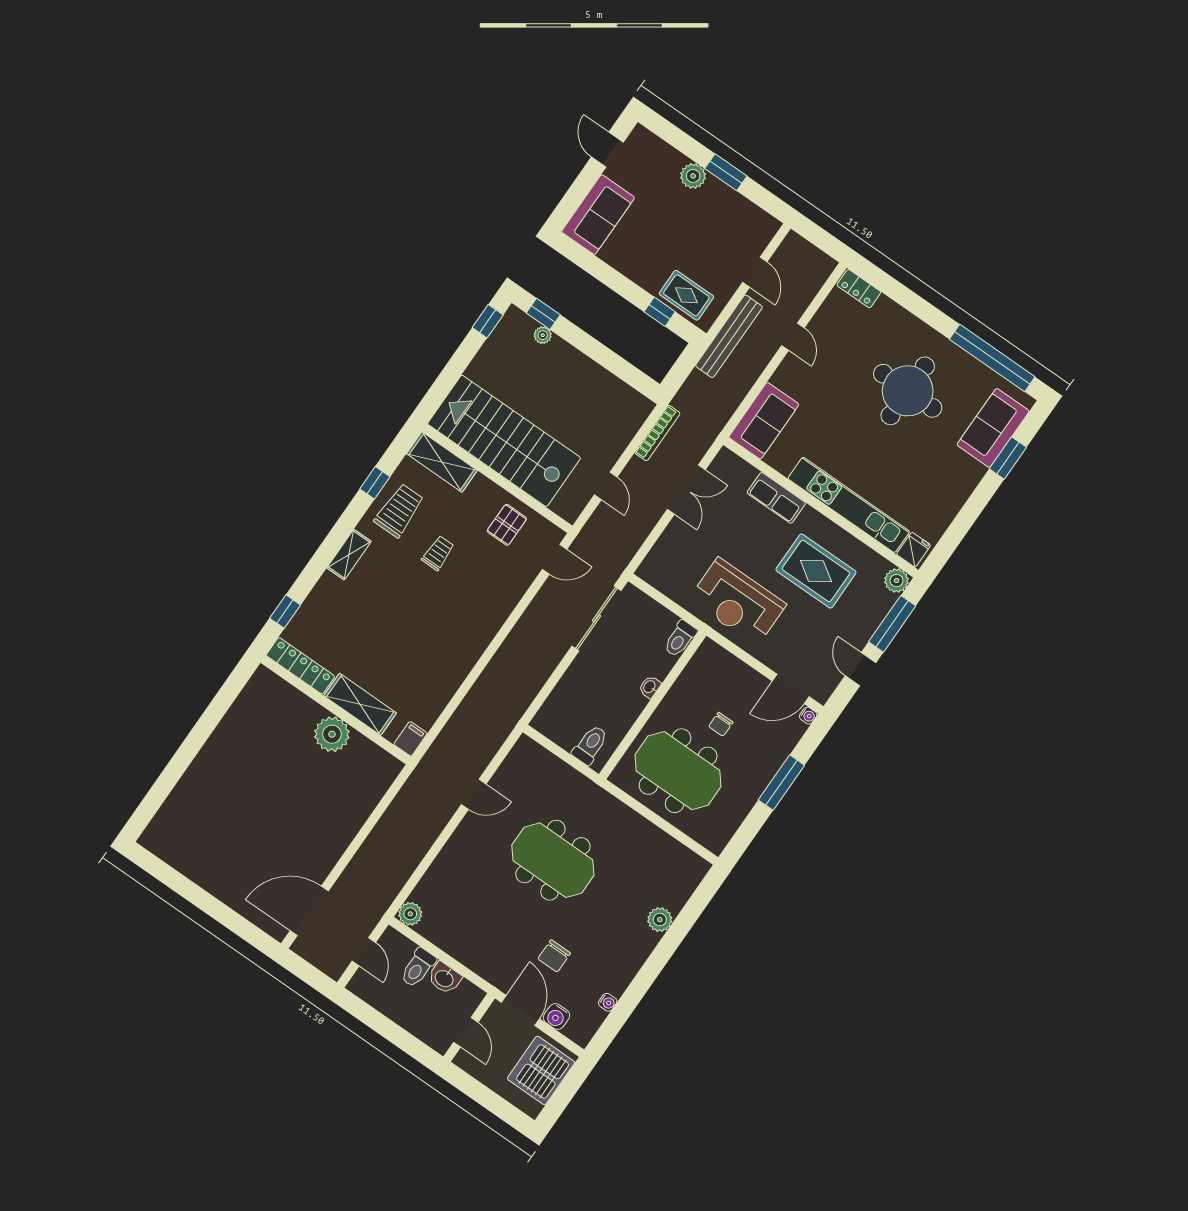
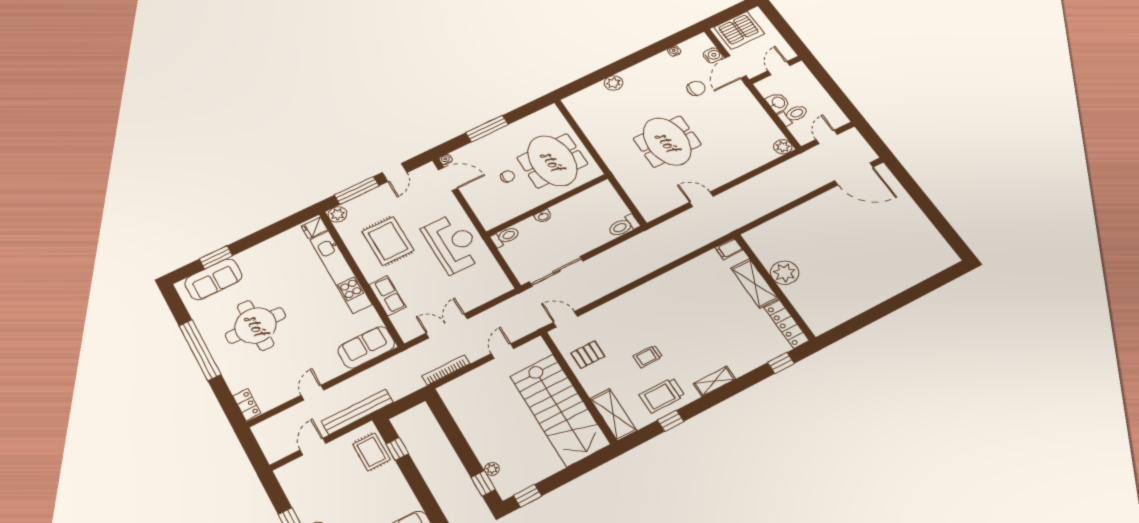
window: (992, 358) -> (200, 350), moved
toilet: (590, 745) -> (623, 226), moved

